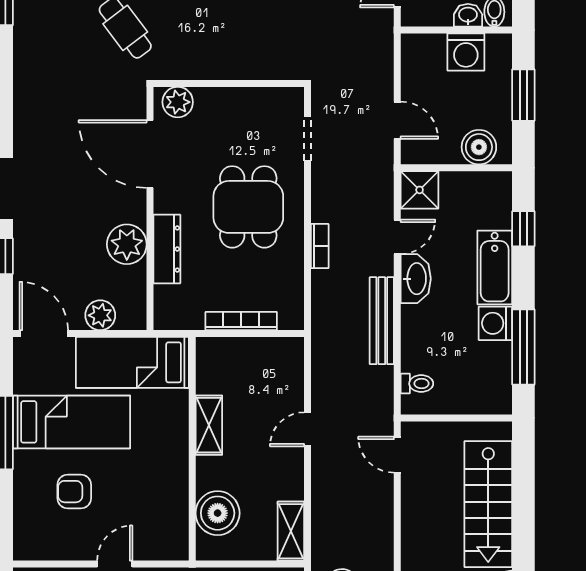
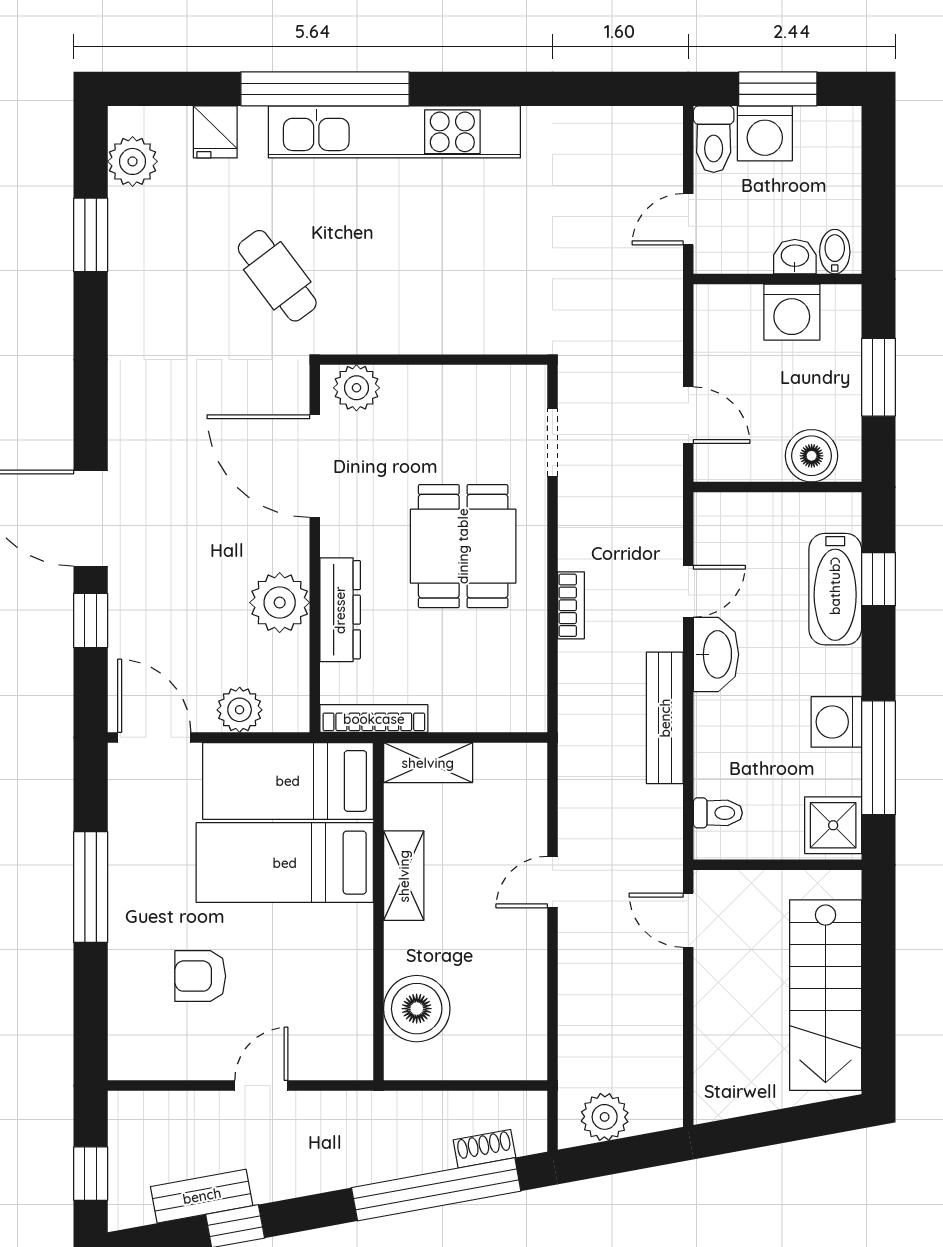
shower: (420, 190) -> (833, 825), moved
bathtub: (495, 267) -> (835, 589), moved
bookcase: (241, 321) -> (374, 719), moved
bed: (72, 422) -> (285, 863), moved, turned 180
shelving: (291, 531) -> (428, 763), moved, turned 90

